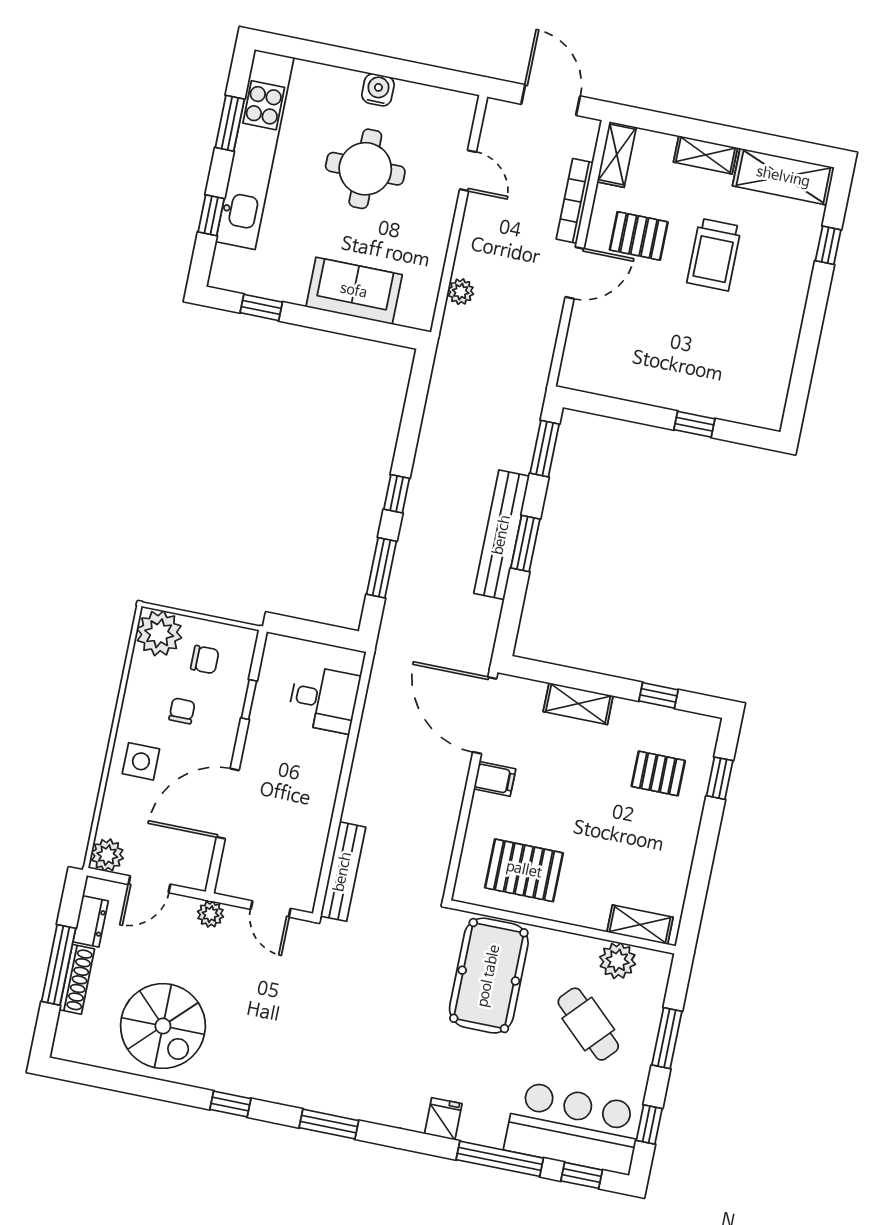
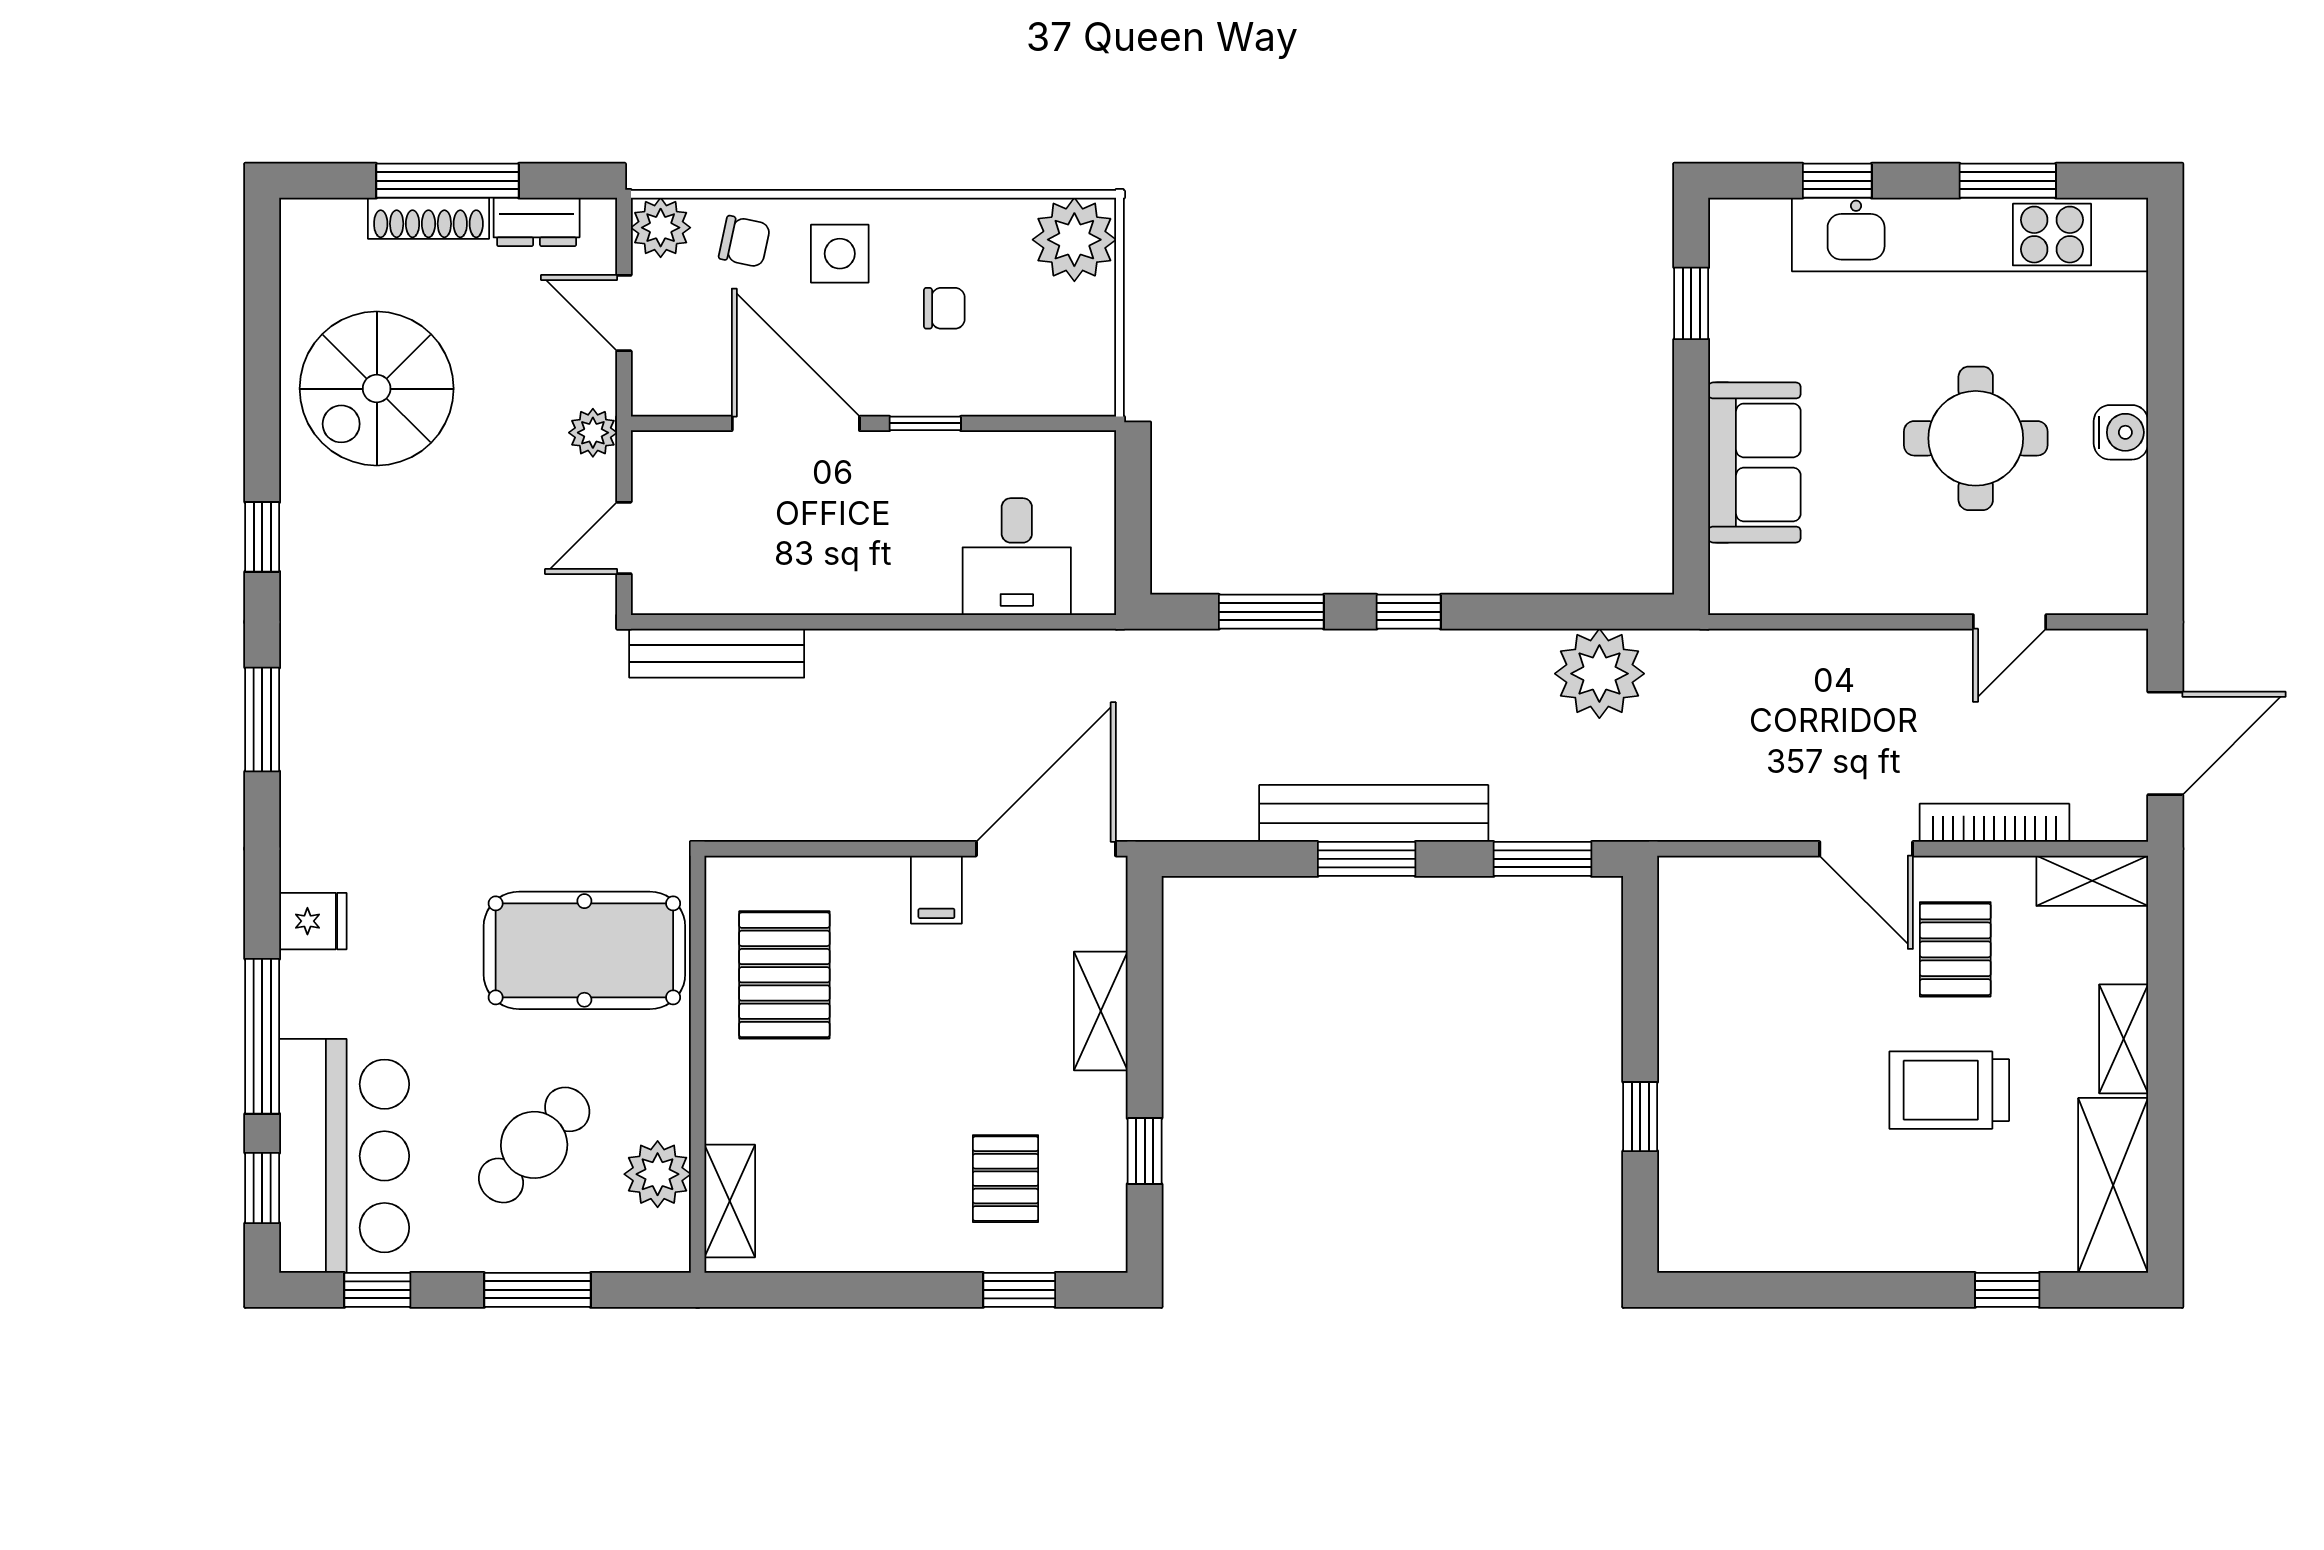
plant: (461, 292) -> (1599, 674), moved, width x1.87, depth x1.87
chair: (205, 660) -> (745, 241), moved, turned -78
window: (249, 699) -> (925, 423), moved

